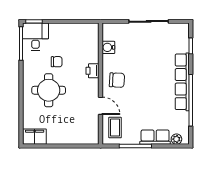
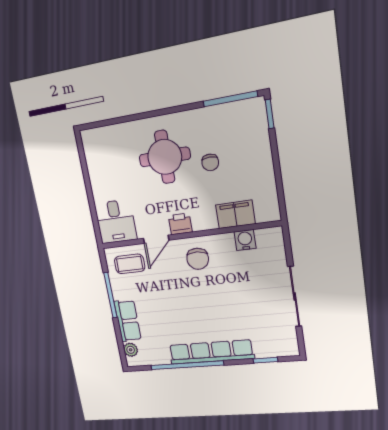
desk: (35, 37) -> (116, 221), moved, turned 90
printer: (93, 71) -> (180, 224), moved
filing cabinet: (35, 137) -> (235, 214), moved, turned -90

